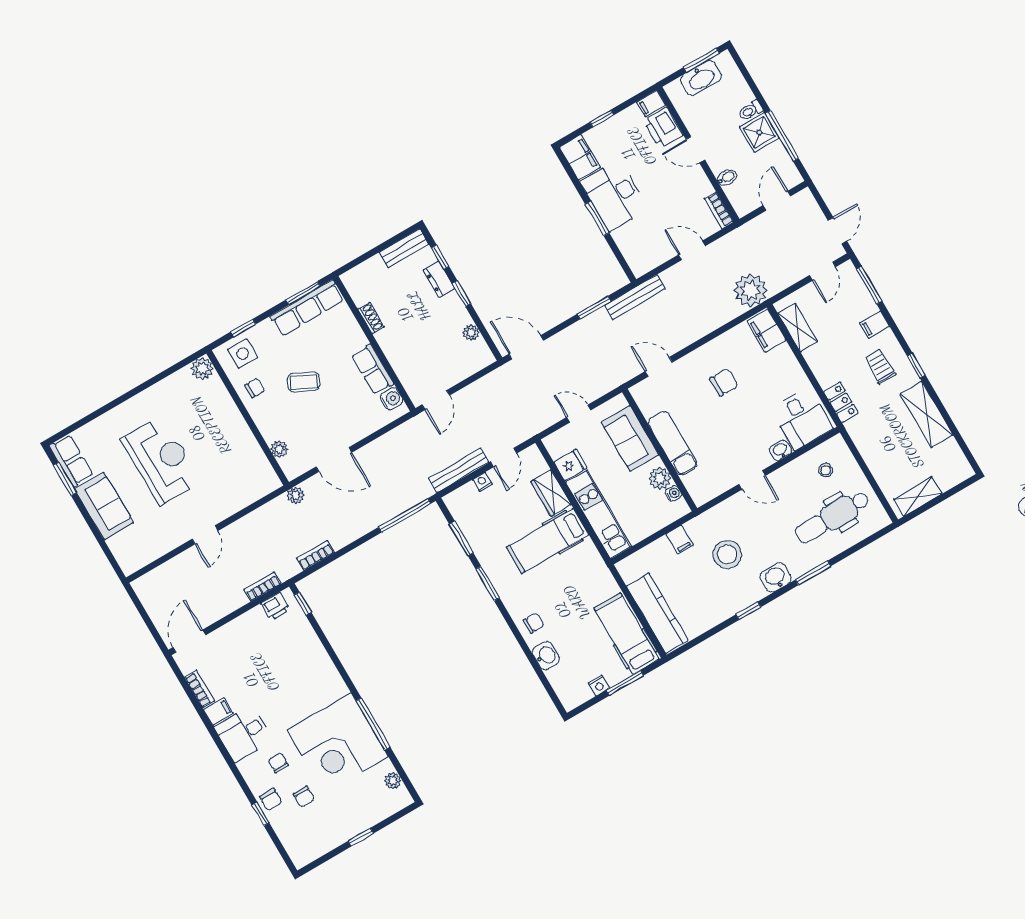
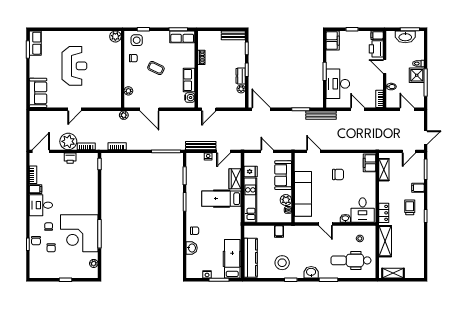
desk: (614, 195) -> (338, 84), moved
door: (777, 201) -> (407, 109), hinge flipped
dresser: (439, 279) -> (241, 76), moved
plant: (751, 290) -> (68, 141), moved
row of seats: (307, 308) -> (182, 37), width x0.68
shelving: (927, 414) -> (385, 241), moved
exam couch: (673, 443) -> (303, 194), width x1.36, depth x1.45
sofa: (104, 506) -> (38, 93), moved
stool: (727, 554) -> (282, 263), moved
printer: (275, 606) -> (70, 158), moved

